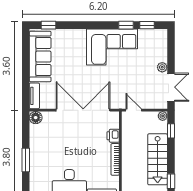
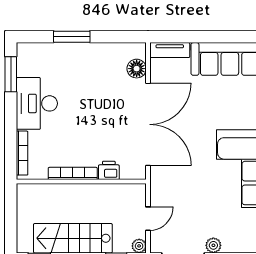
door: (134, 110) -> (148, 219), moved
floor lamp: (36, 118) -> (137, 69), moved

